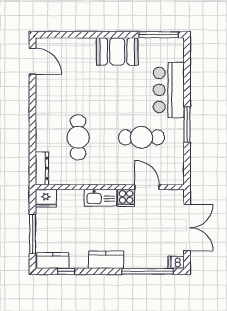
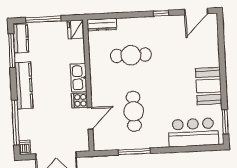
window: (159, 35) -> (225, 122), width x0.69
bar counter: (169, 90) -> (193, 132), moved
window: (33, 101) -> (161, 13), added
window: (187, 125) -> (134, 152), moved
kitchen counter: (106, 260) -> (24, 85), width x1.50
window: (66, 271) -> (12, 51), width x2.17

